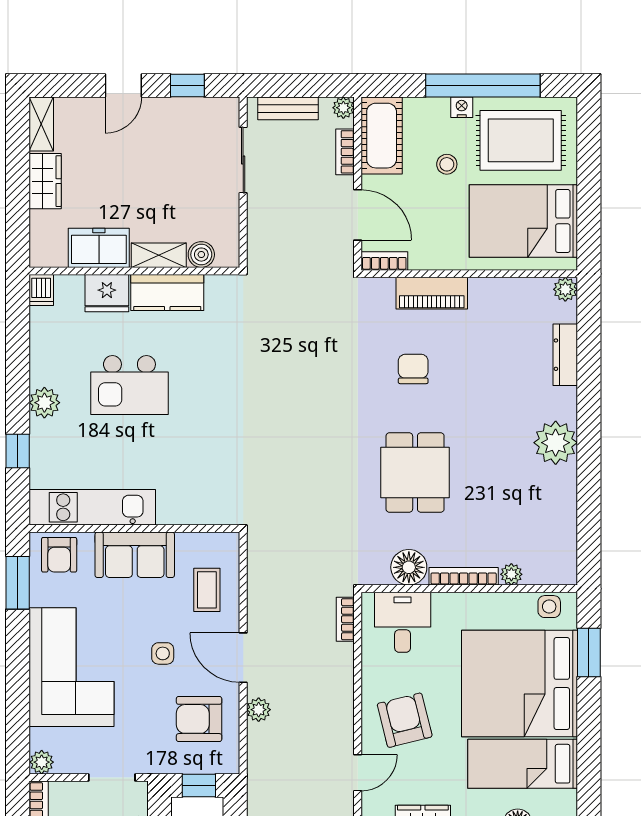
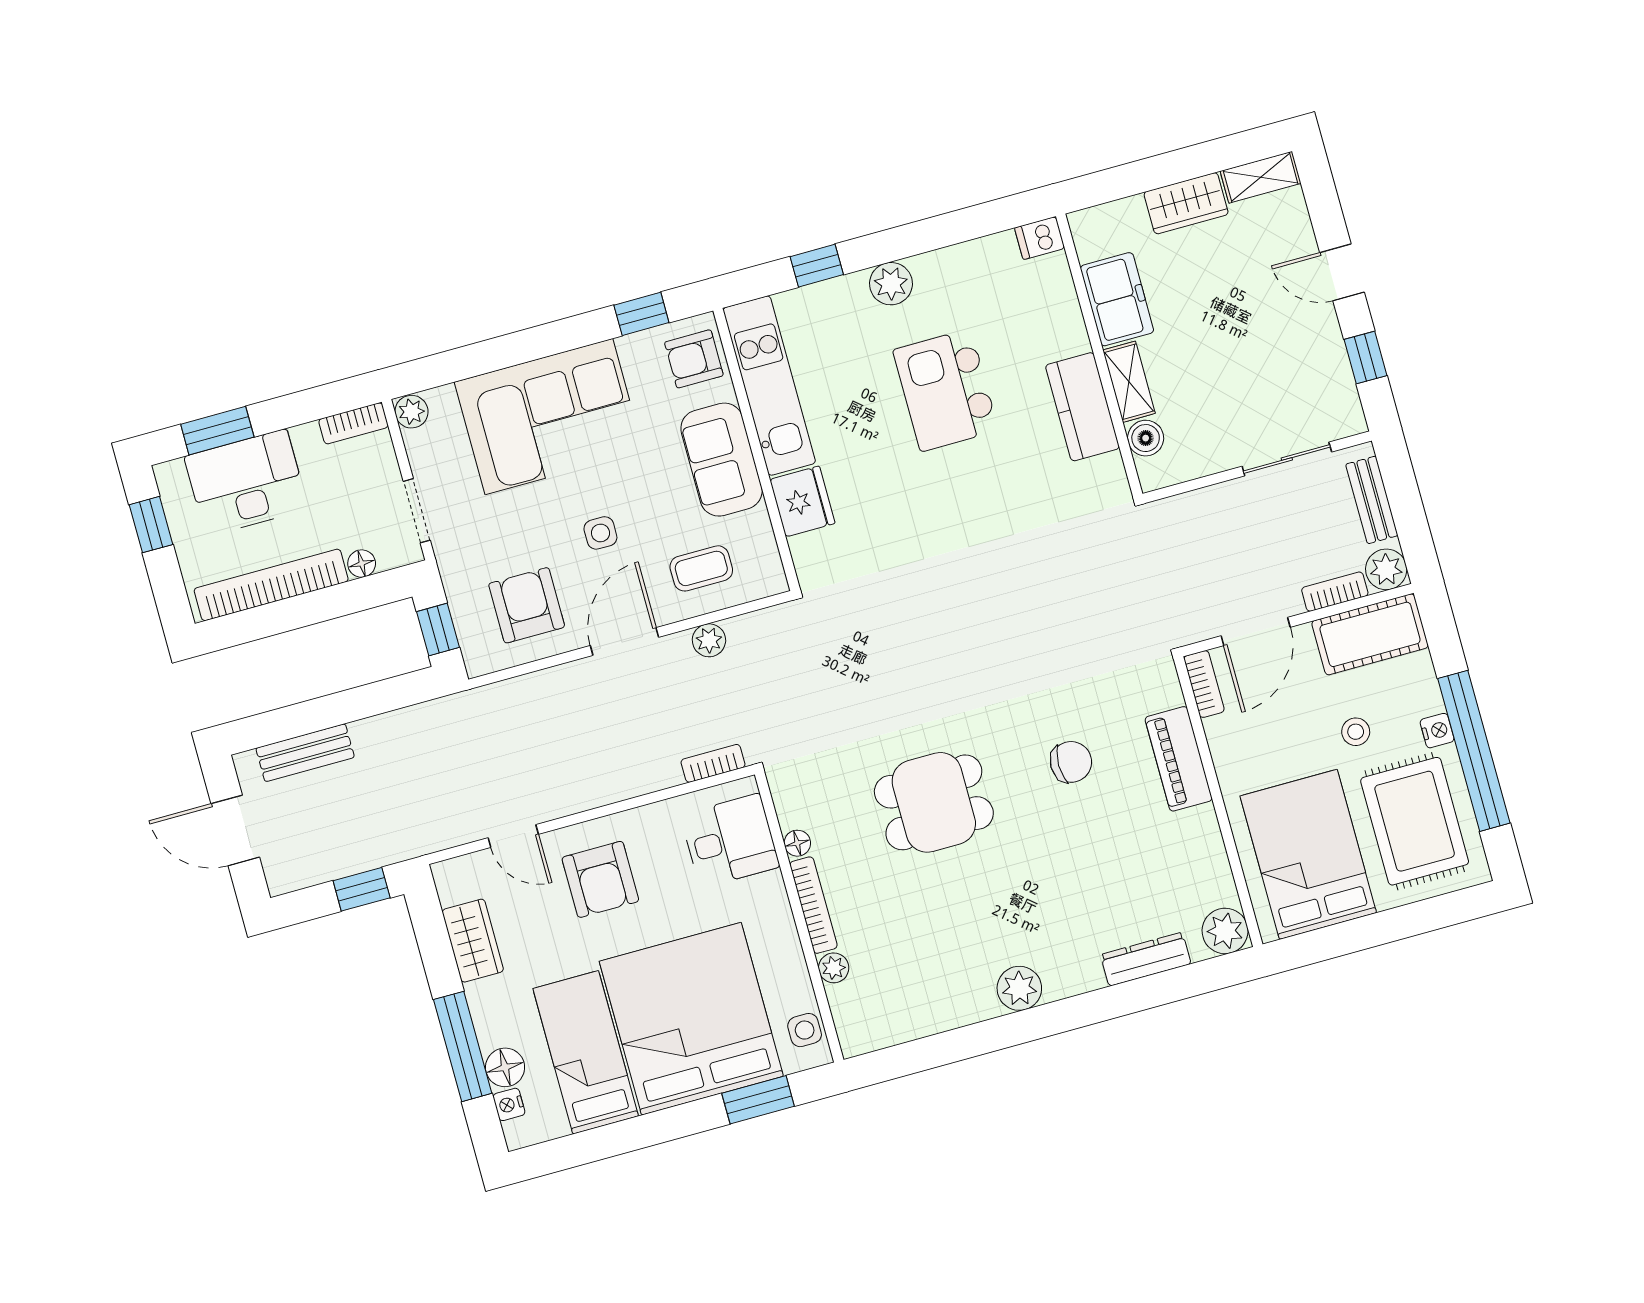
plant: (343, 108) -> (1386, 569), width x1.38, depth x1.38
plant: (565, 289) -> (1225, 931), width x1.38, depth x1.38
fridge: (107, 293) -> (802, 501), moved, turned 180
plant: (556, 443) -> (1019, 988), width x0.73, depth x0.73
floor lamp: (409, 567) -> (797, 843), width x0.53, depth x0.53
window: (18, 583) -> (641, 314), width x0.67
plant: (259, 710) -> (709, 640), moved
armchair: (405, 720) -> (600, 879), turned 104

